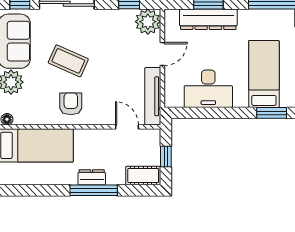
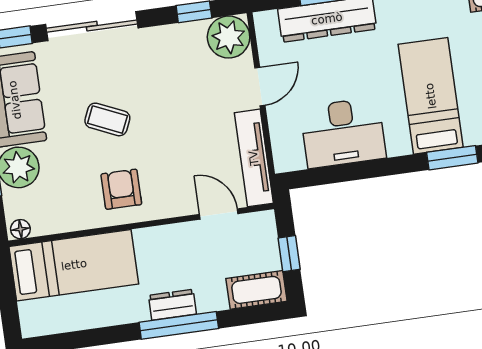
coffee table: (68, 61) -> (107, 119), width x0.73, depth x0.77

